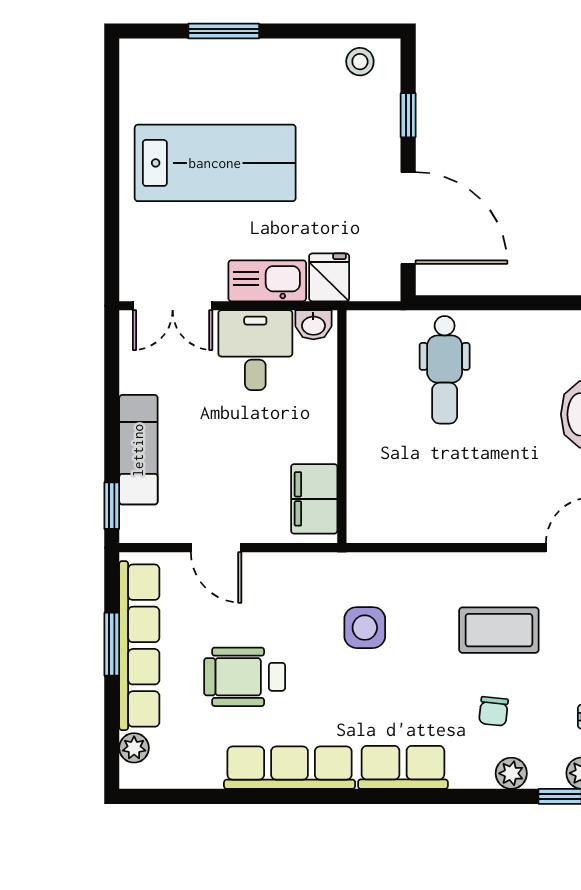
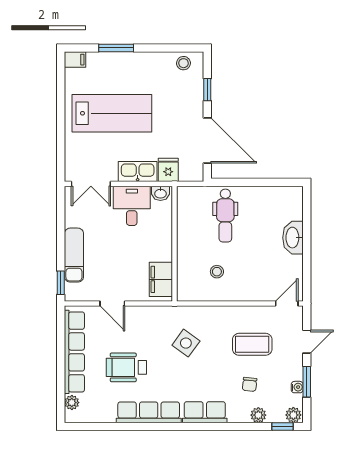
filing cabinet: (141, 54) -> (75, 60), added
stool: (428, 483) -> (217, 272), added
side table: (365, 628) -> (186, 343), turned 36
window: (112, 644) -> (61, 351), removed

